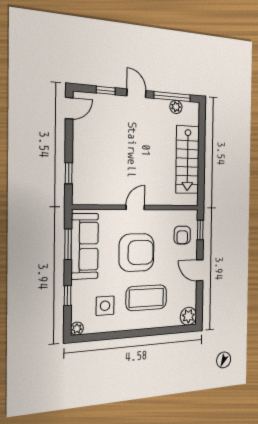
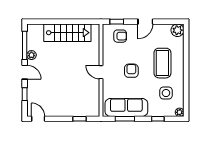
door: (136, 93) -> (25, 72), swing flipped
plant: (176, 107) -> (31, 55), moved
armchair: (137, 253) -> (131, 71), width x0.53, depth x0.53

